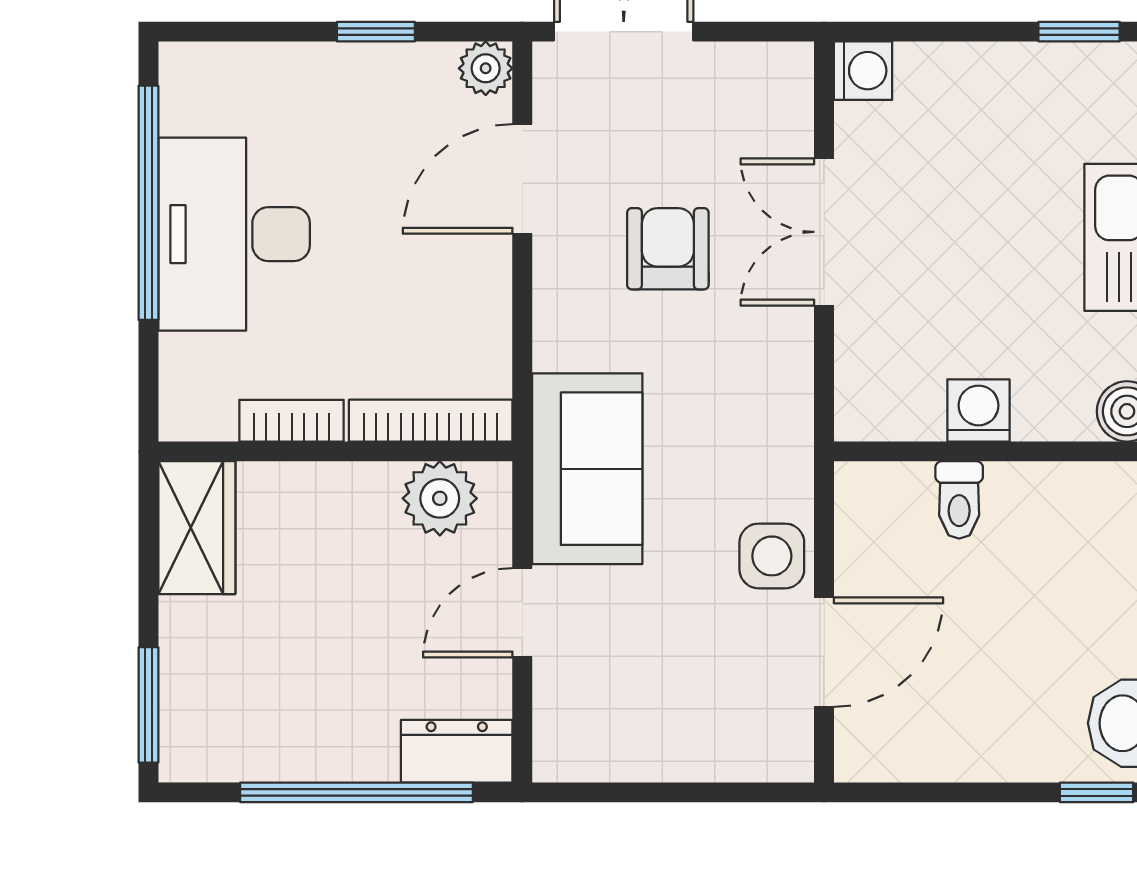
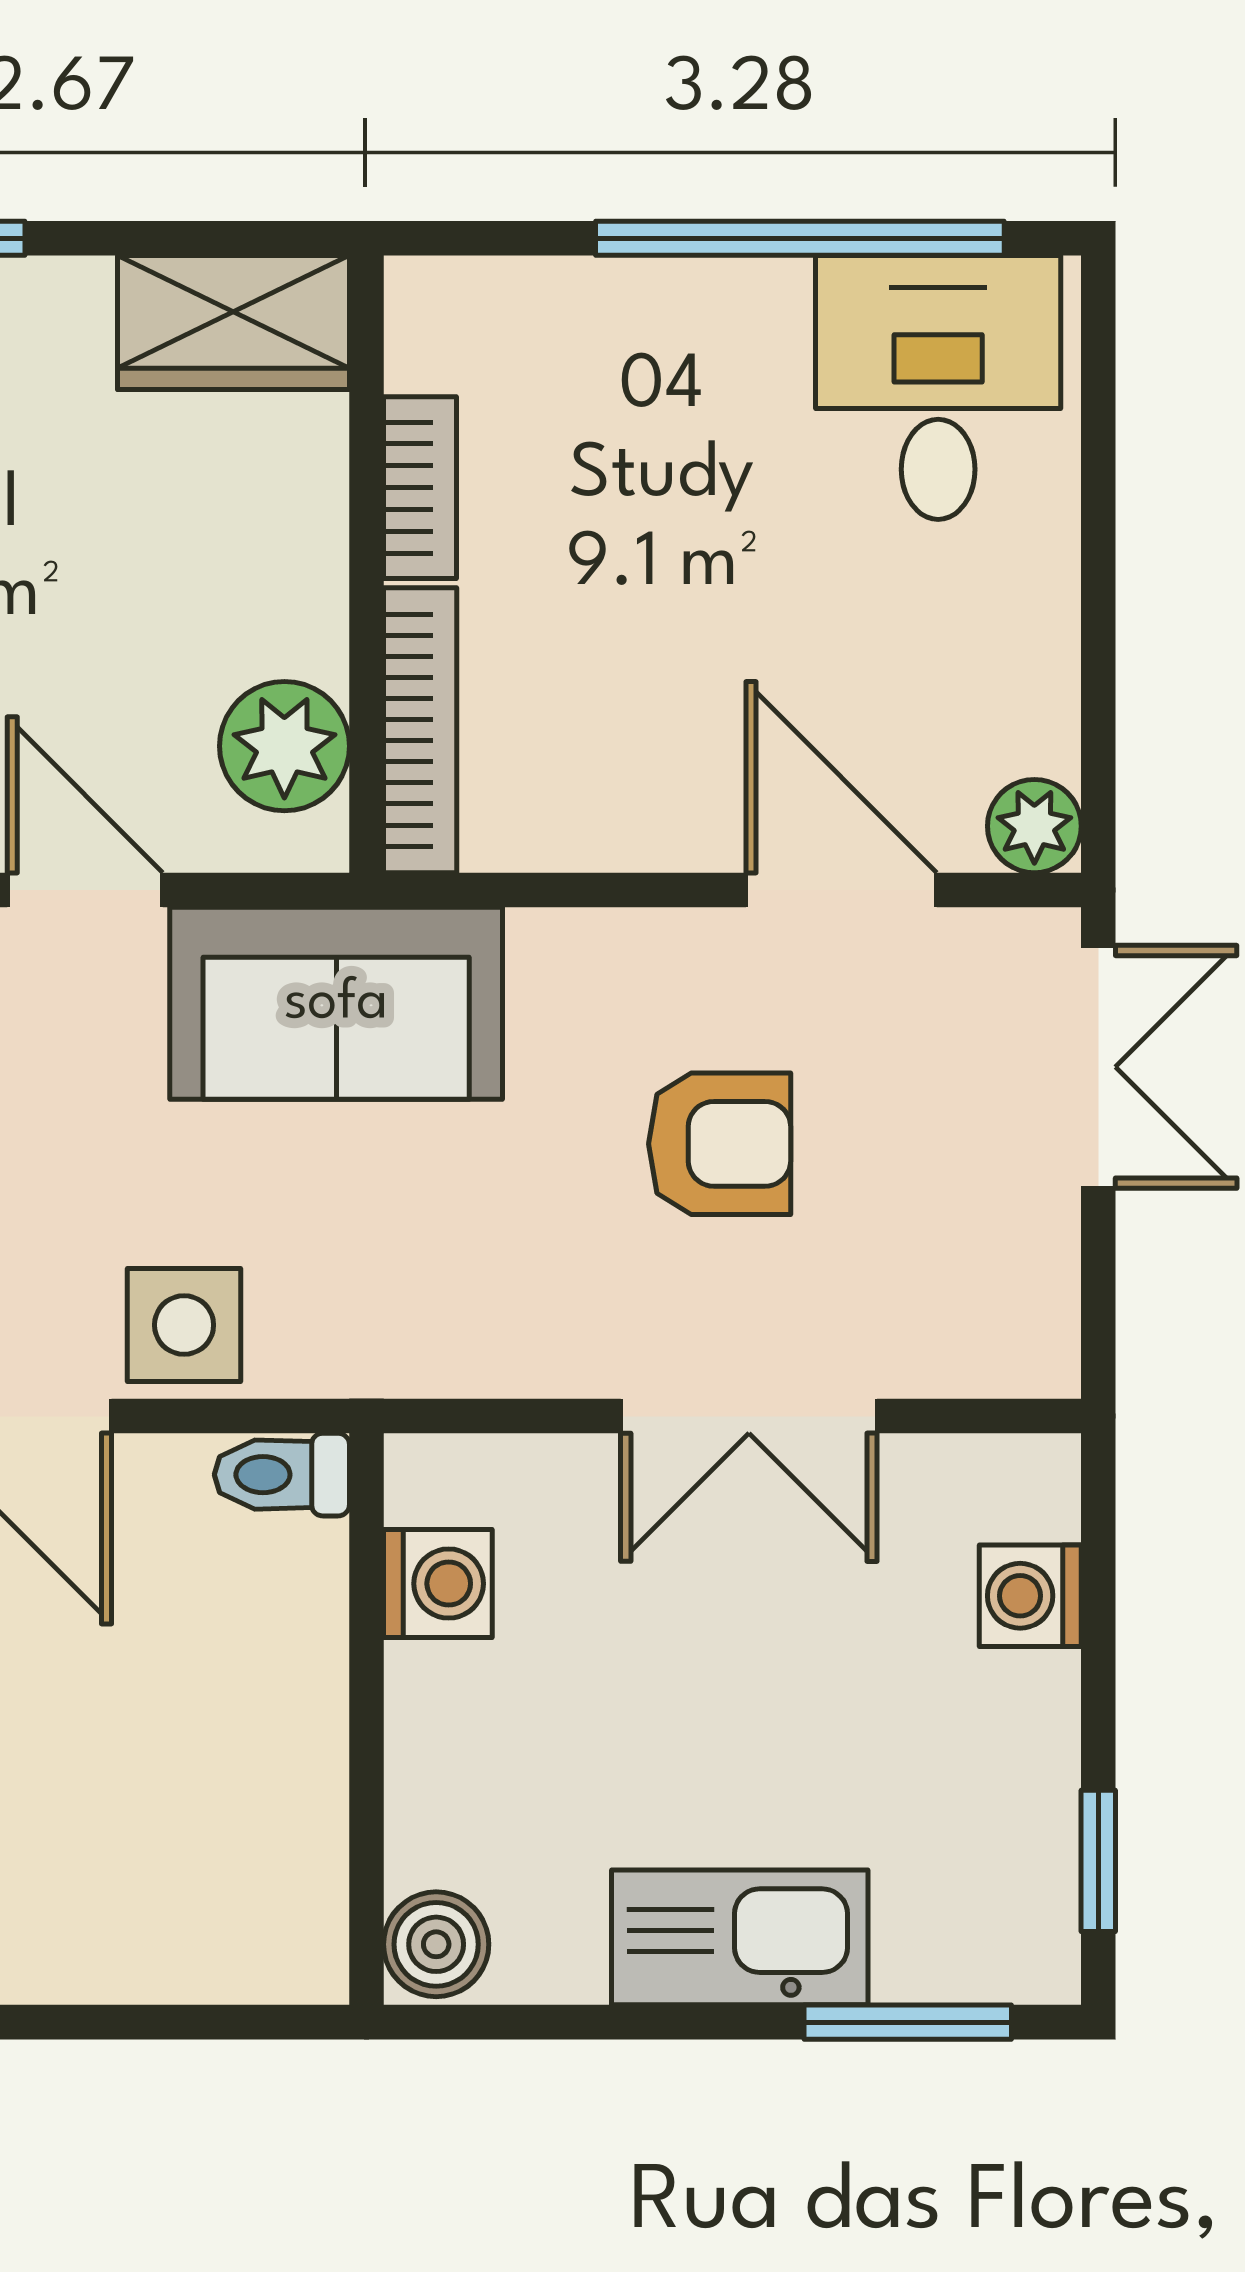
window: (376, 32) -> (1098, 635), removed
washing machine: (863, 71) -> (1030, 1596), moved, turned 90
double door: (824, 232) -> (749, 1416), swing flipped
desk: (234, 234) -> (938, 387), moved, width x0.73
washing machine: (978, 410) -> (438, 1584), moved
toilet: (959, 500) -> (282, 1475), moved

